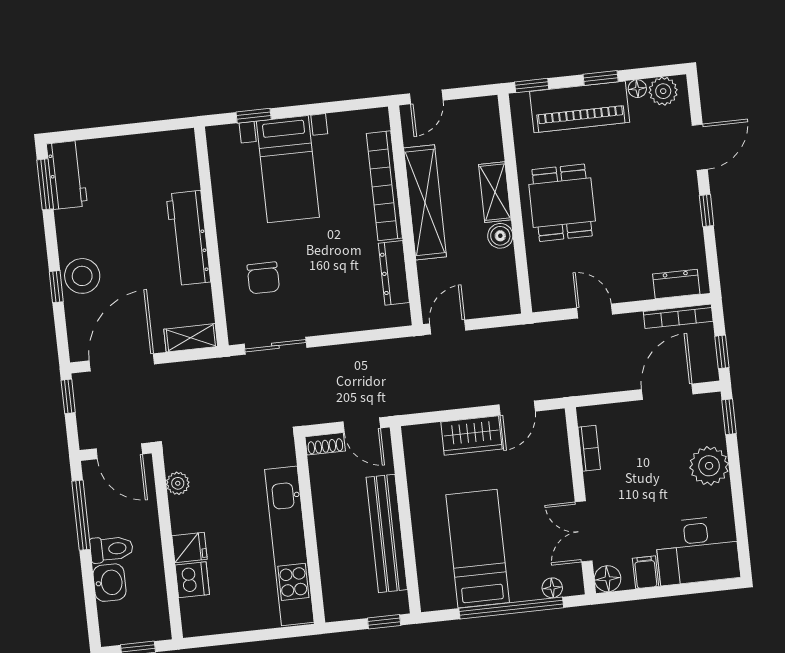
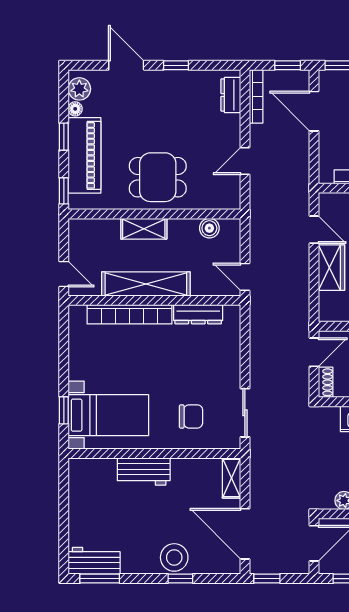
bed with nightstands: (288, 169) -> (108, 415), moved
boiler: (500, 236) -> (209, 228), moved
workbench: (188, 238) -> (144, 471), width x0.73

